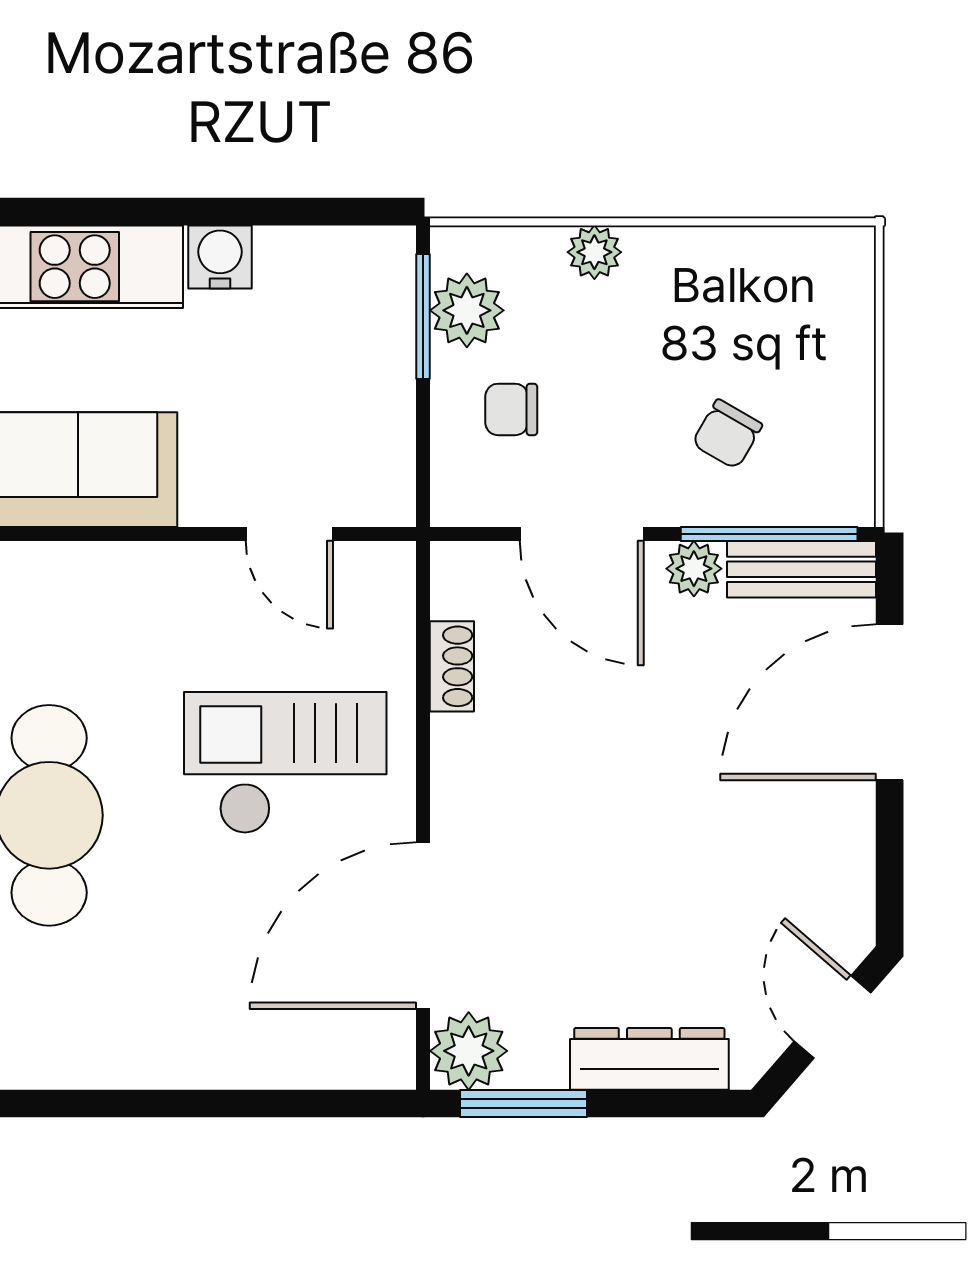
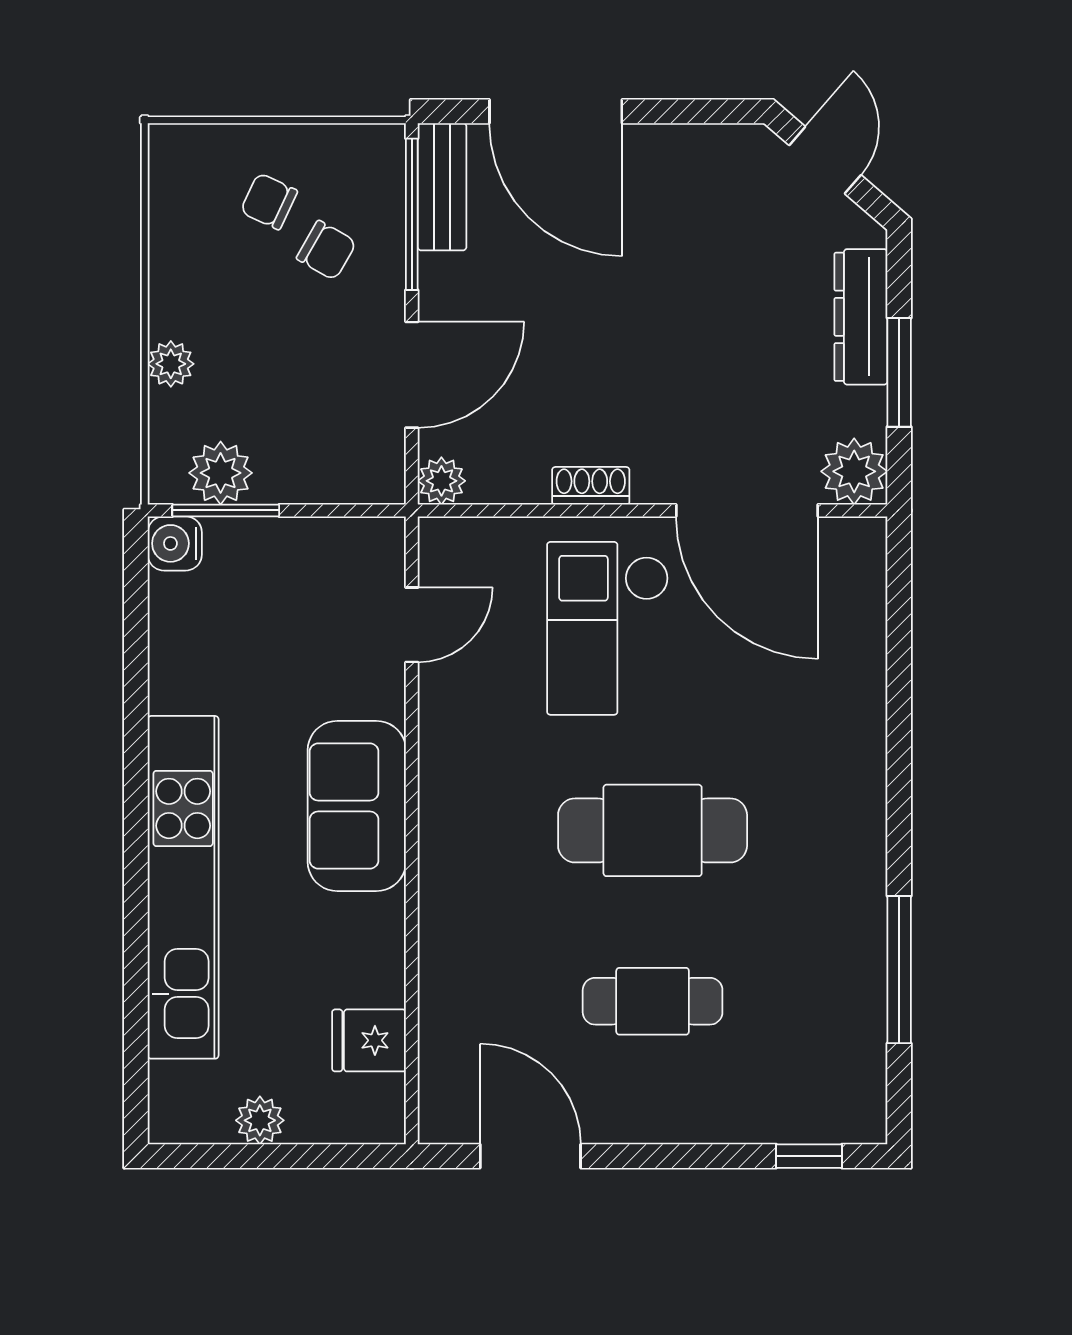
water cooler: (220, 257) -> (175, 543), moved
chair: (511, 409) -> (269, 201), moved, turned 115
plant: (694, 569) -> (441, 481), moved
shoe rack: (452, 666) -> (591, 486), moved
door: (833, 1017) -> (825, 160), swing flipped
window: (524, 1103) -> (899, 372), moved

